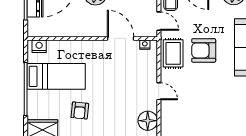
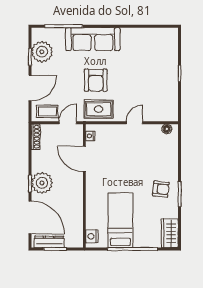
door: (121, 38) -> (84, 159), hinge flipped
armchair: (80, 110) -> (161, 189), moved
floor lamp: (148, 121) -> (167, 129), width x0.53, depth x0.53

